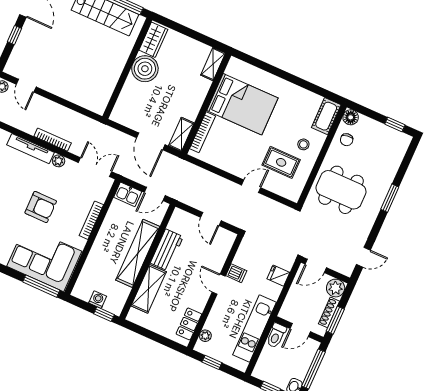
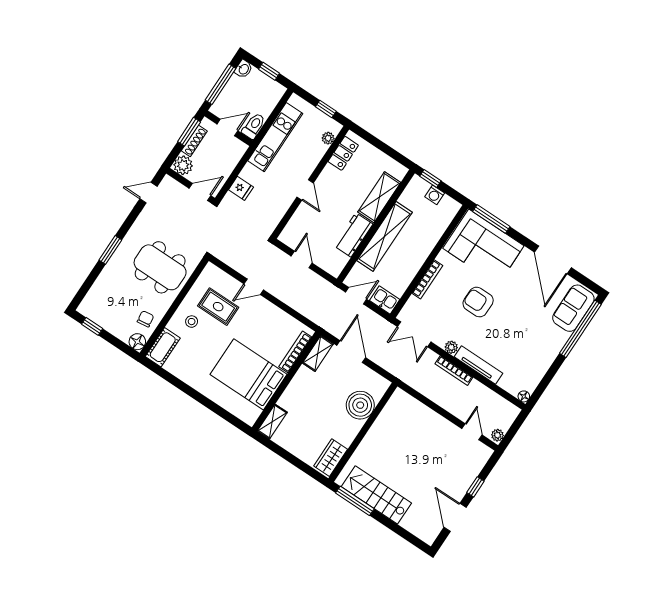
boiler: (145, 69) -> (360, 405), moved
dishwasher: (236, 273) -> (285, 198), removed

